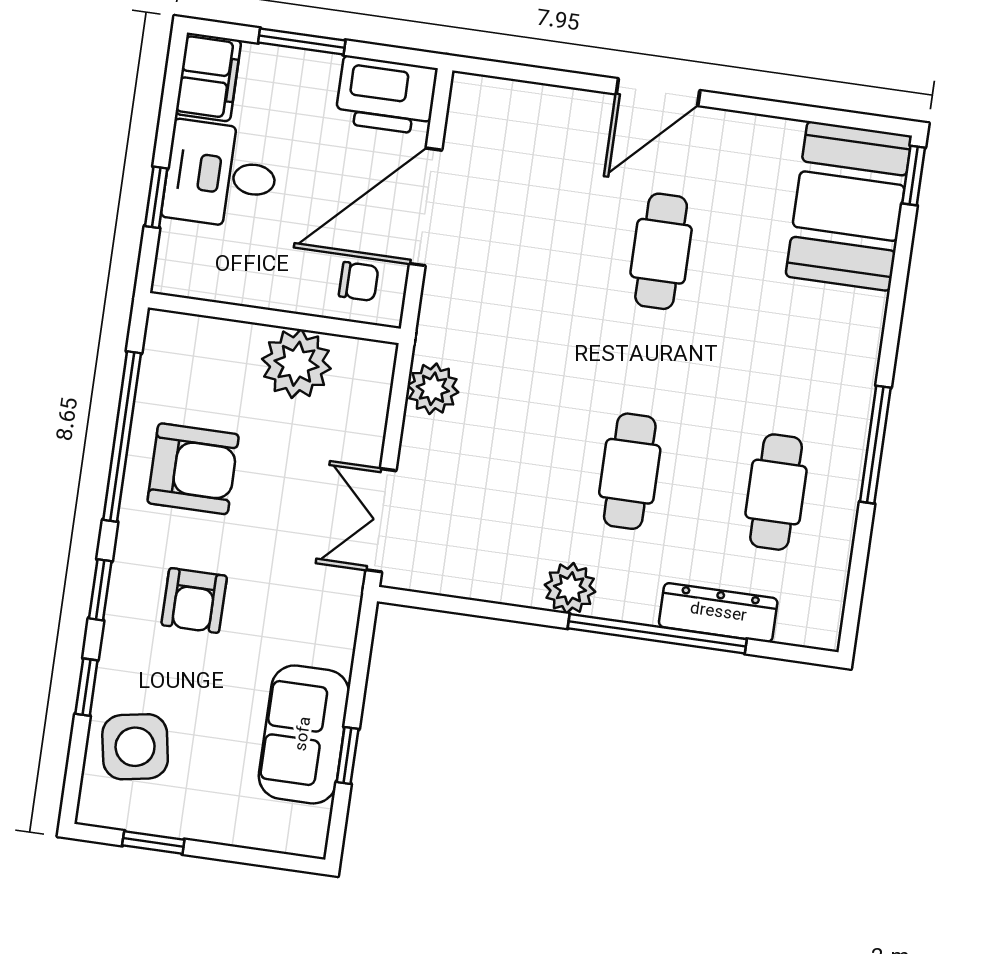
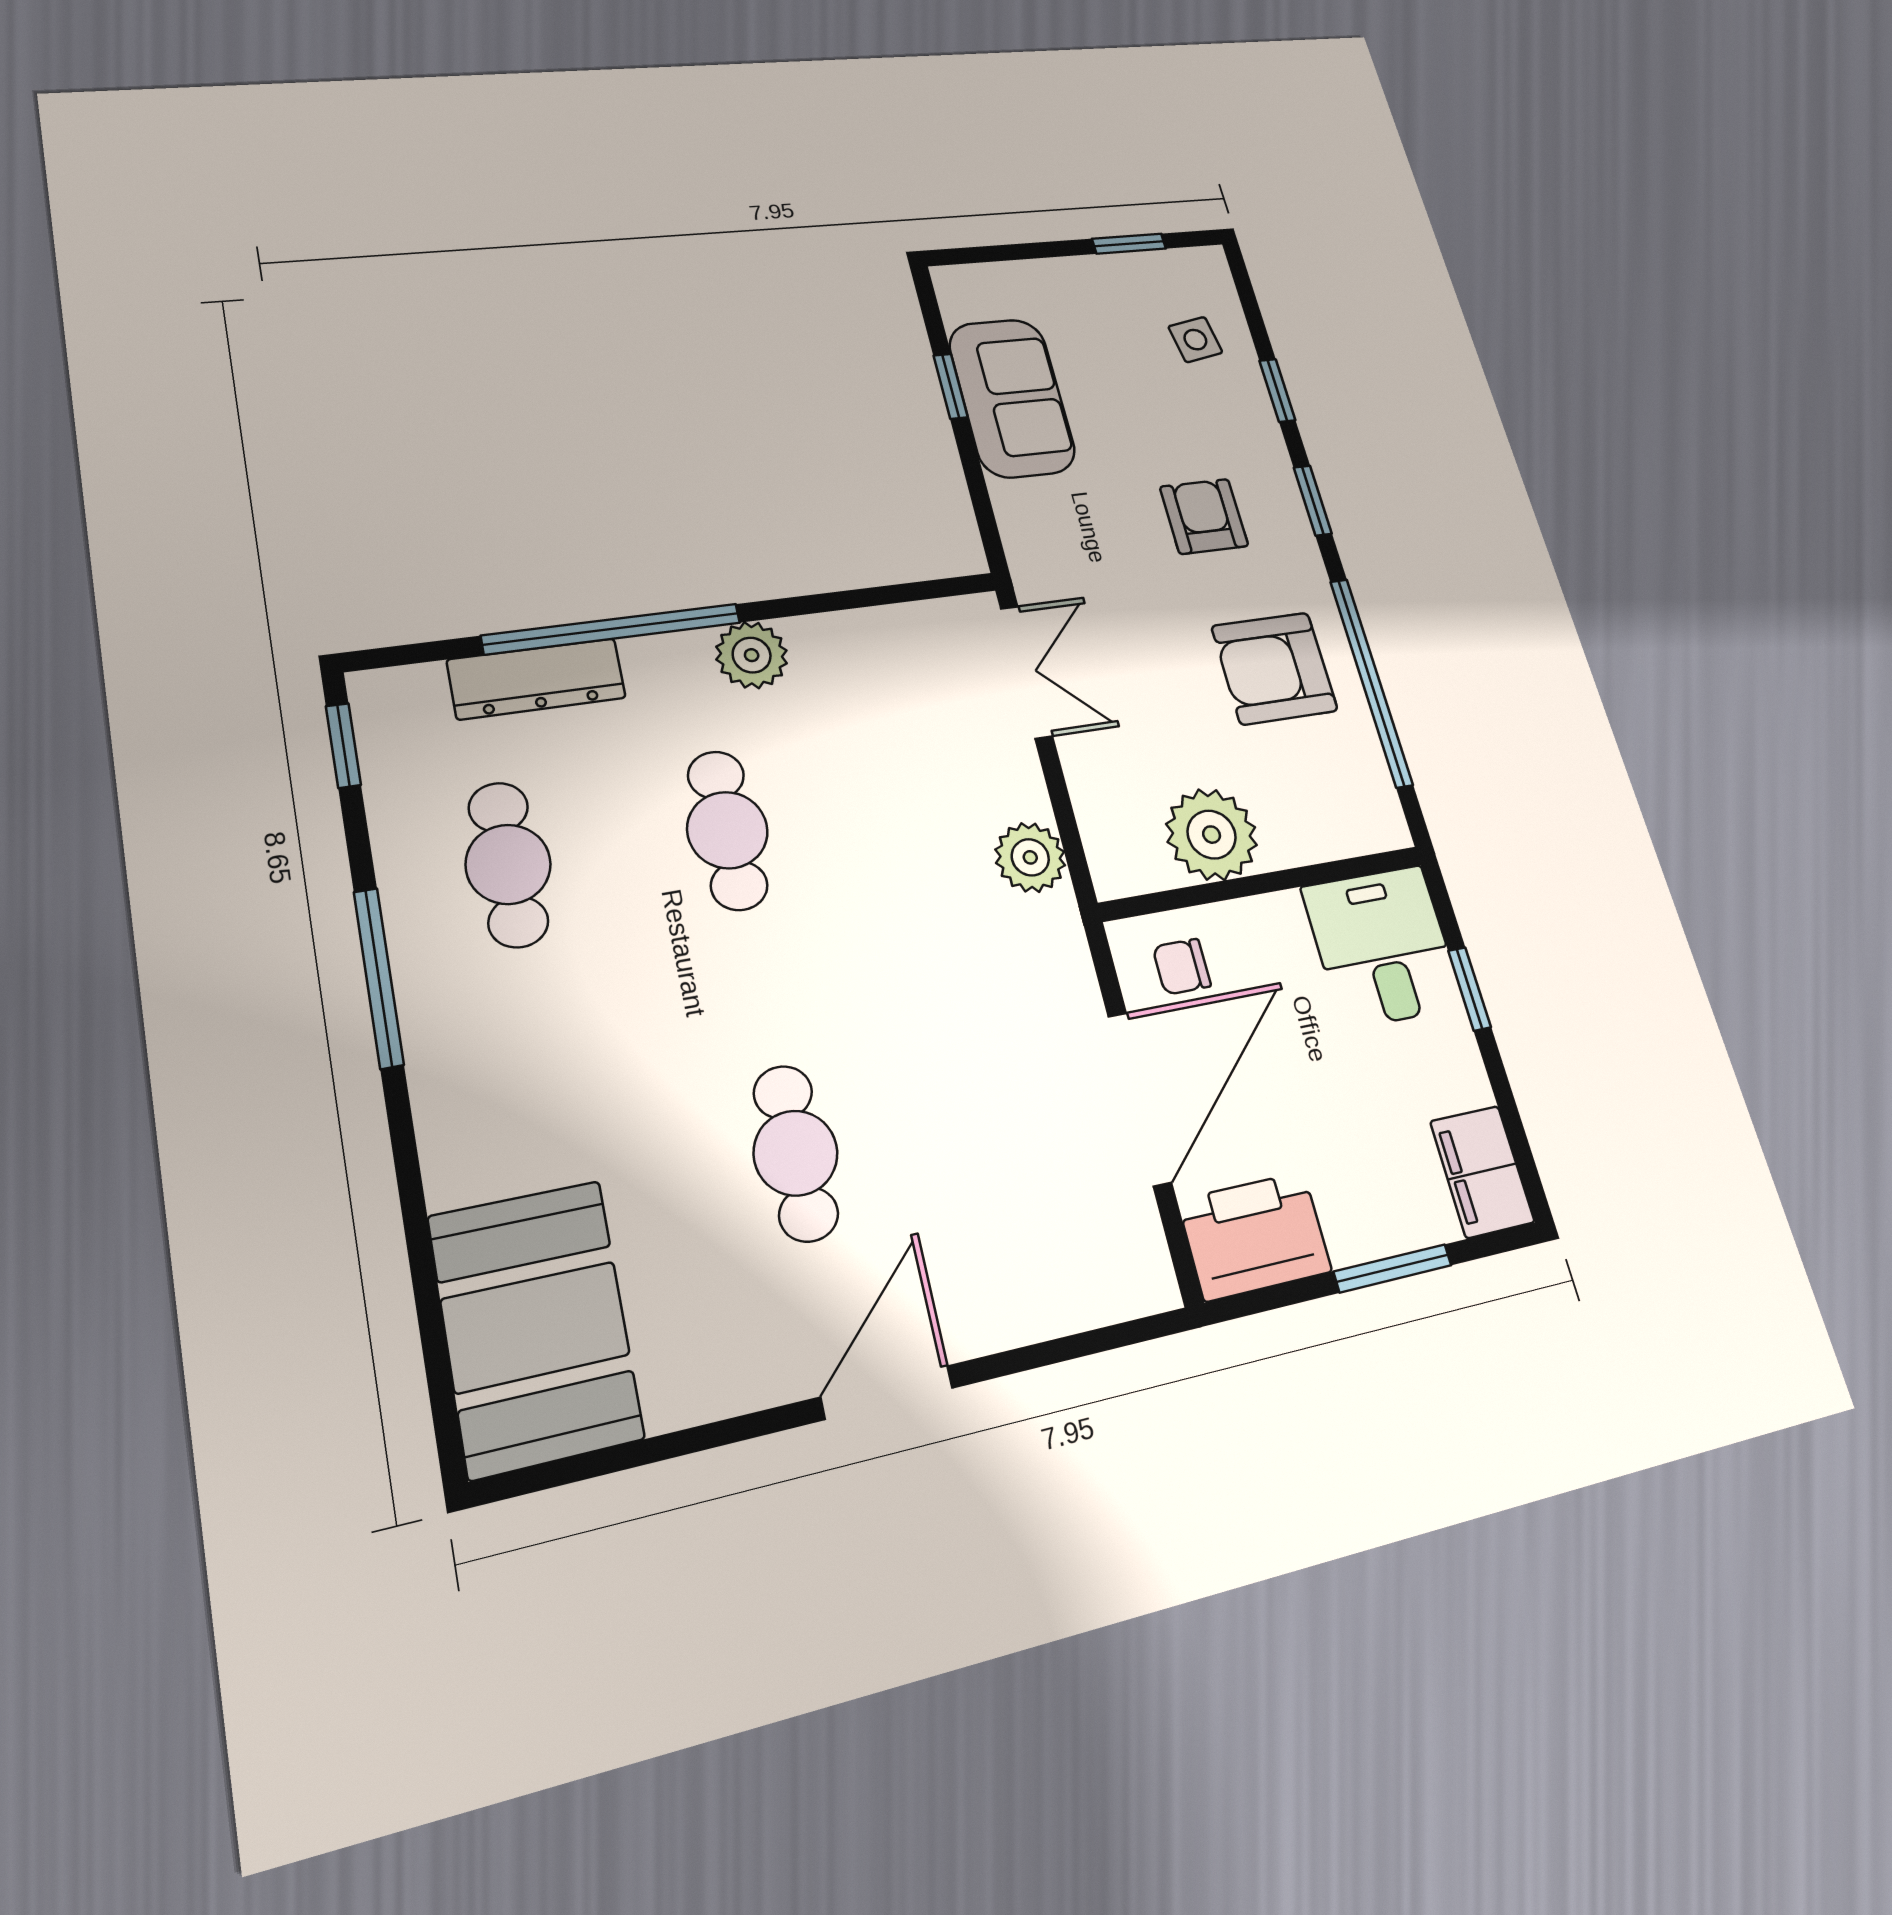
desk: (221, 175) -> (1383, 947), moved, turned -90
window: (914, 175) -> (343, 746), moved
side table: (135, 747) -> (1195, 340), width x0.54, depth x0.54

